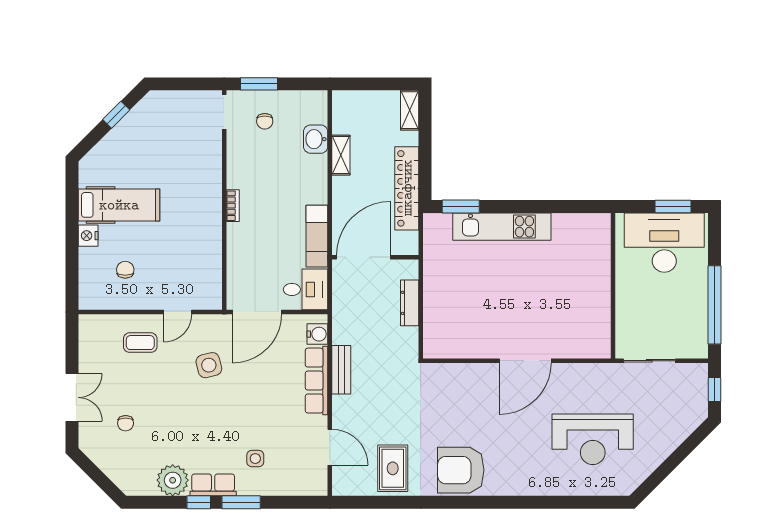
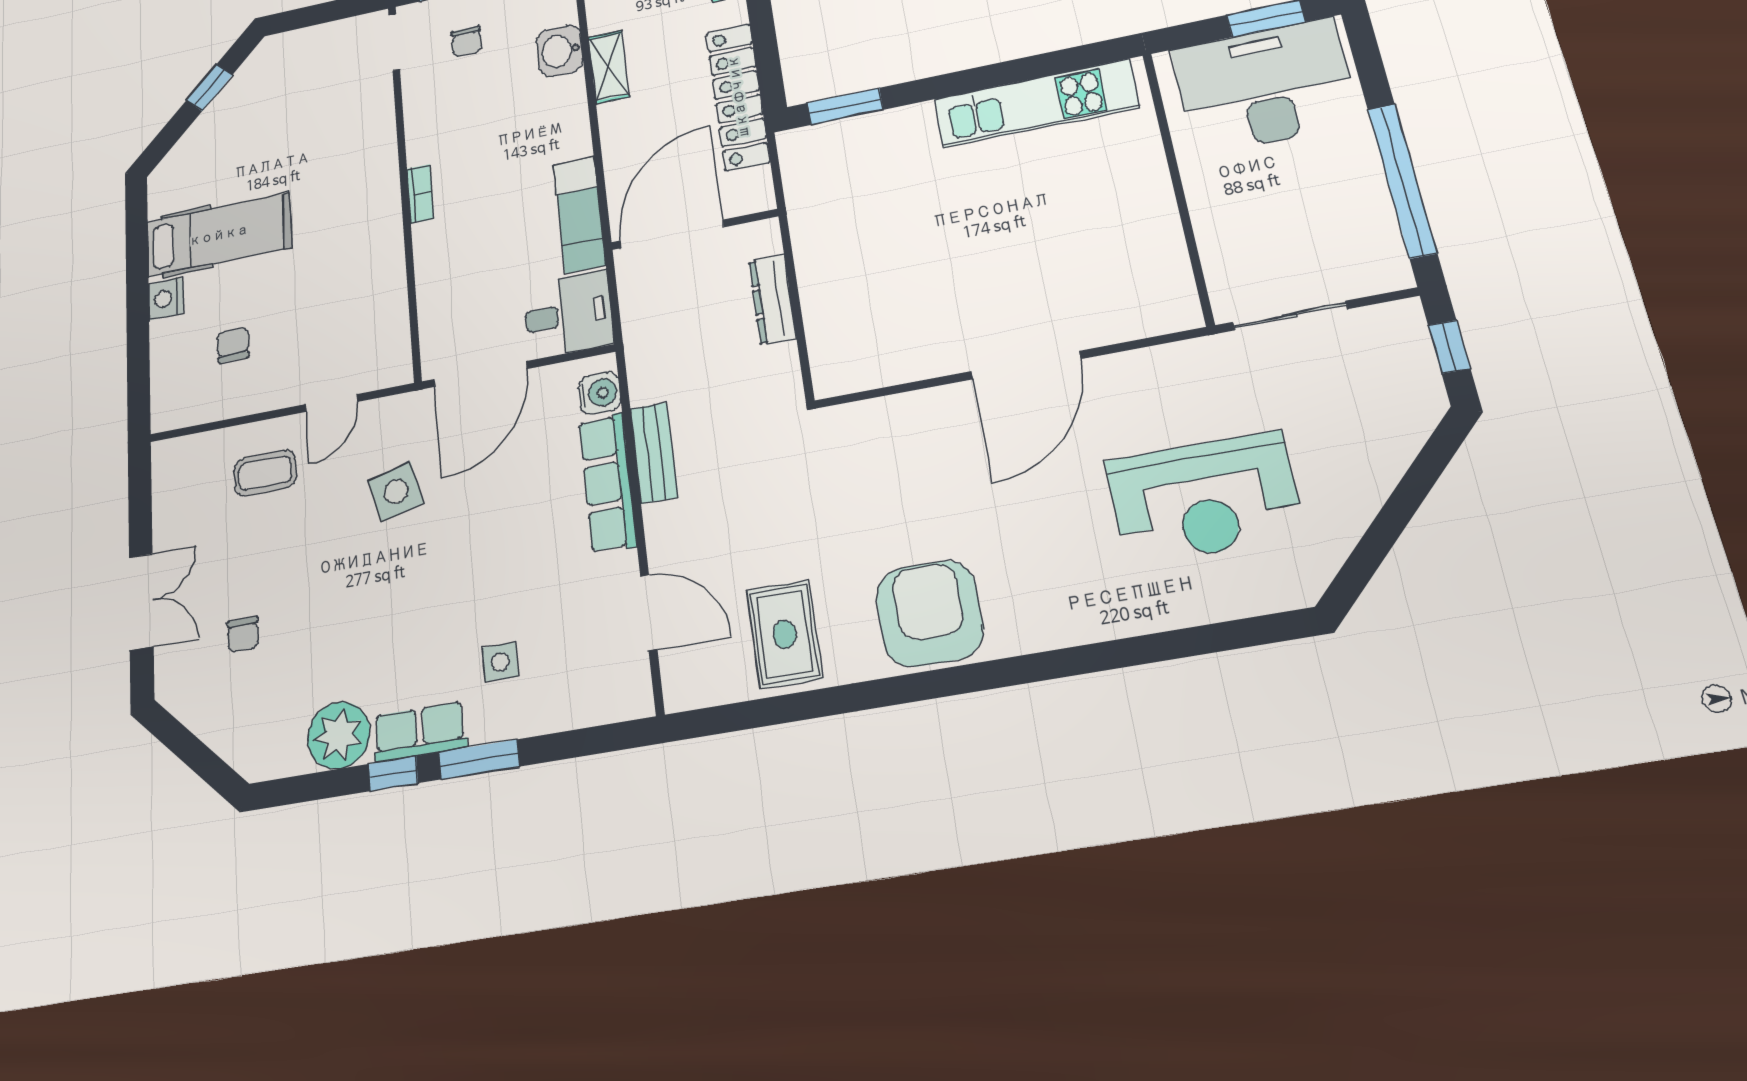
kitchen unit: (502, 227) -> (1036, 103), moved
armchair: (461, 470) -> (930, 613), turned 90

